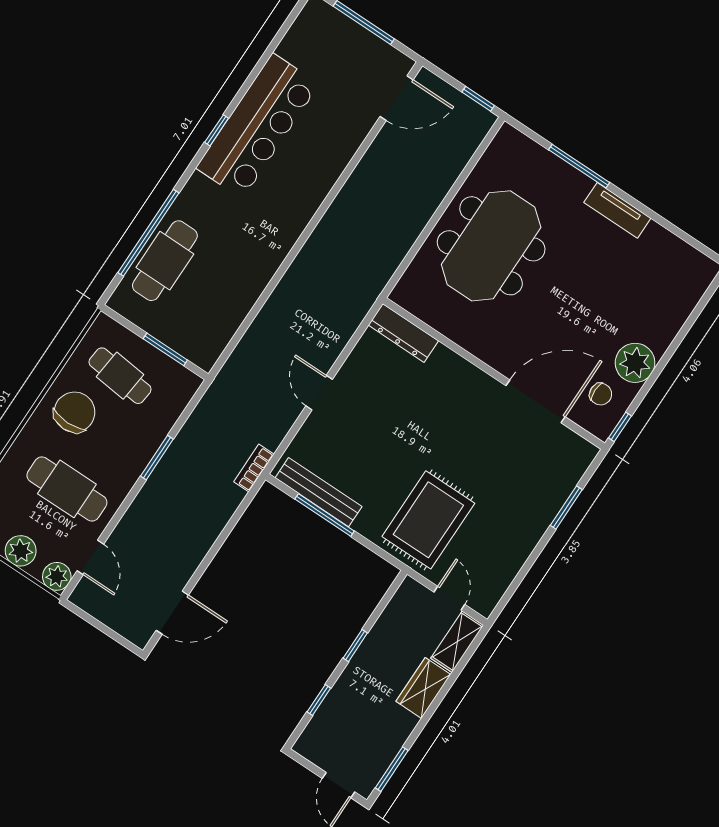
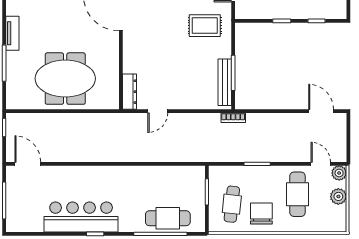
door: (319, 393) -> (158, 111), moved
chair: (75, 412) -> (261, 214), turned 90
rug: (428, 520) -> (205, 26), width x0.73, depth x0.70
door: (90, 557) -> (321, 164), hinge flipped

